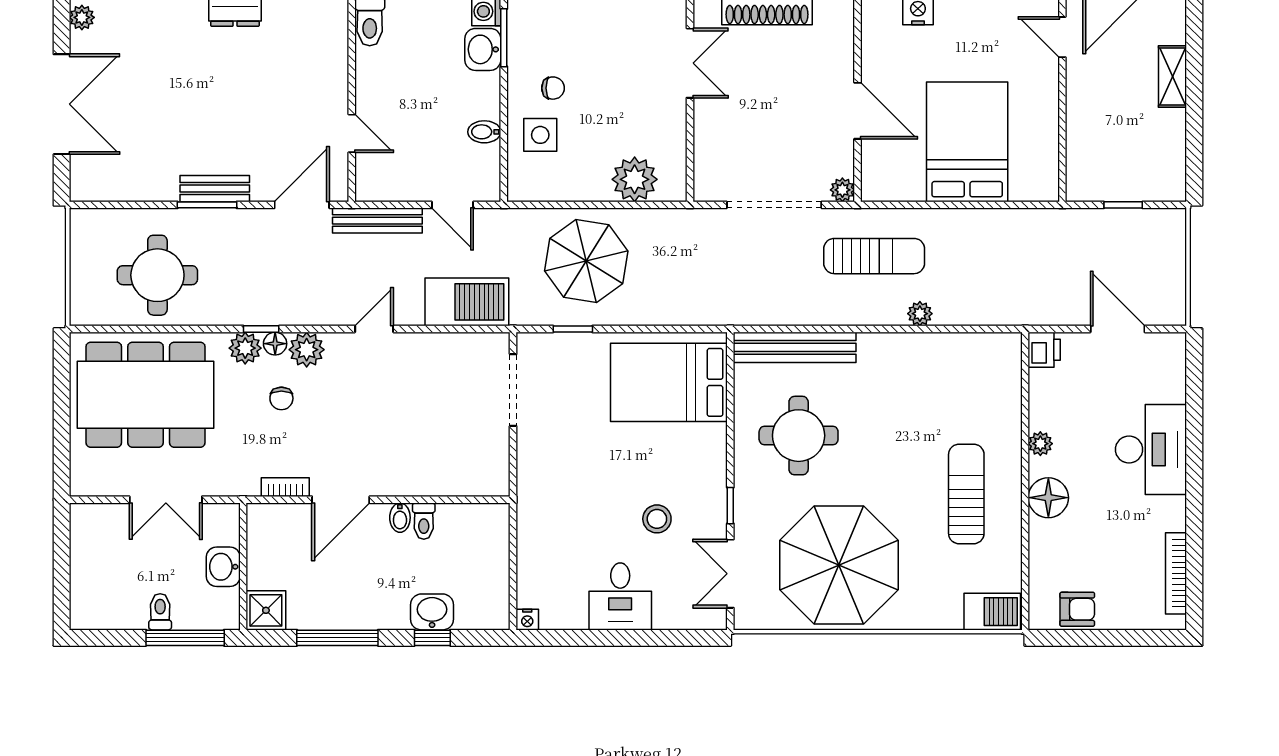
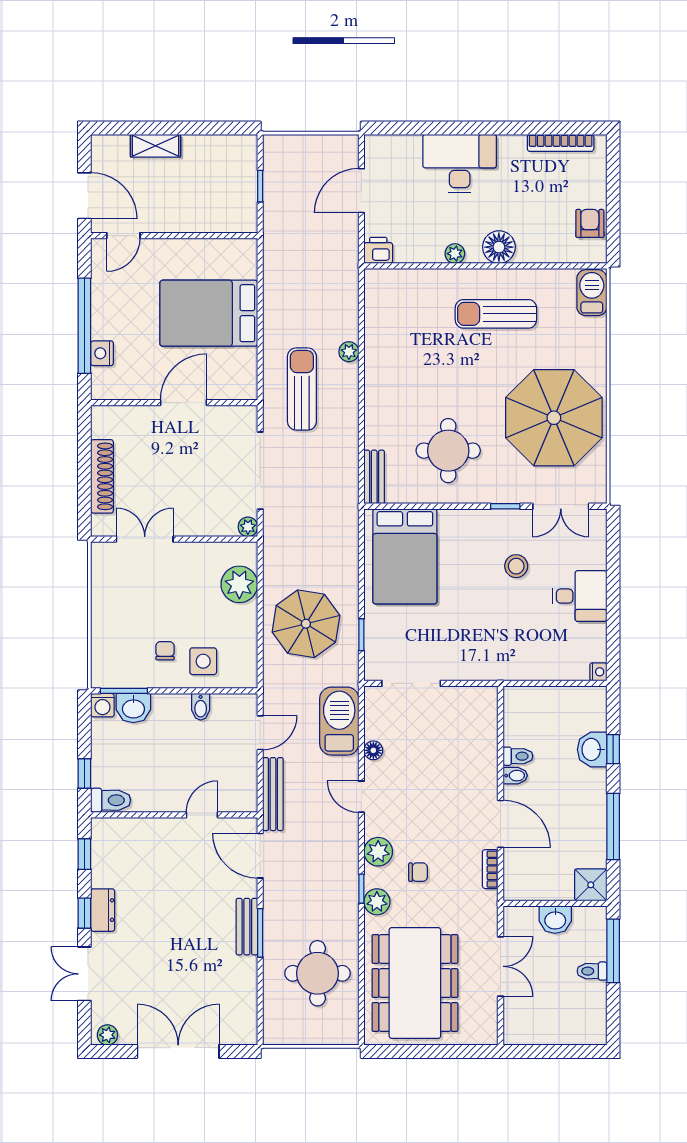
plant: (842, 190) -> (248, 527), moved
floor lamp: (275, 344) -> (373, 750), moved
bench: (795, 347) -> (374, 477), width x0.54, depth x0.82

